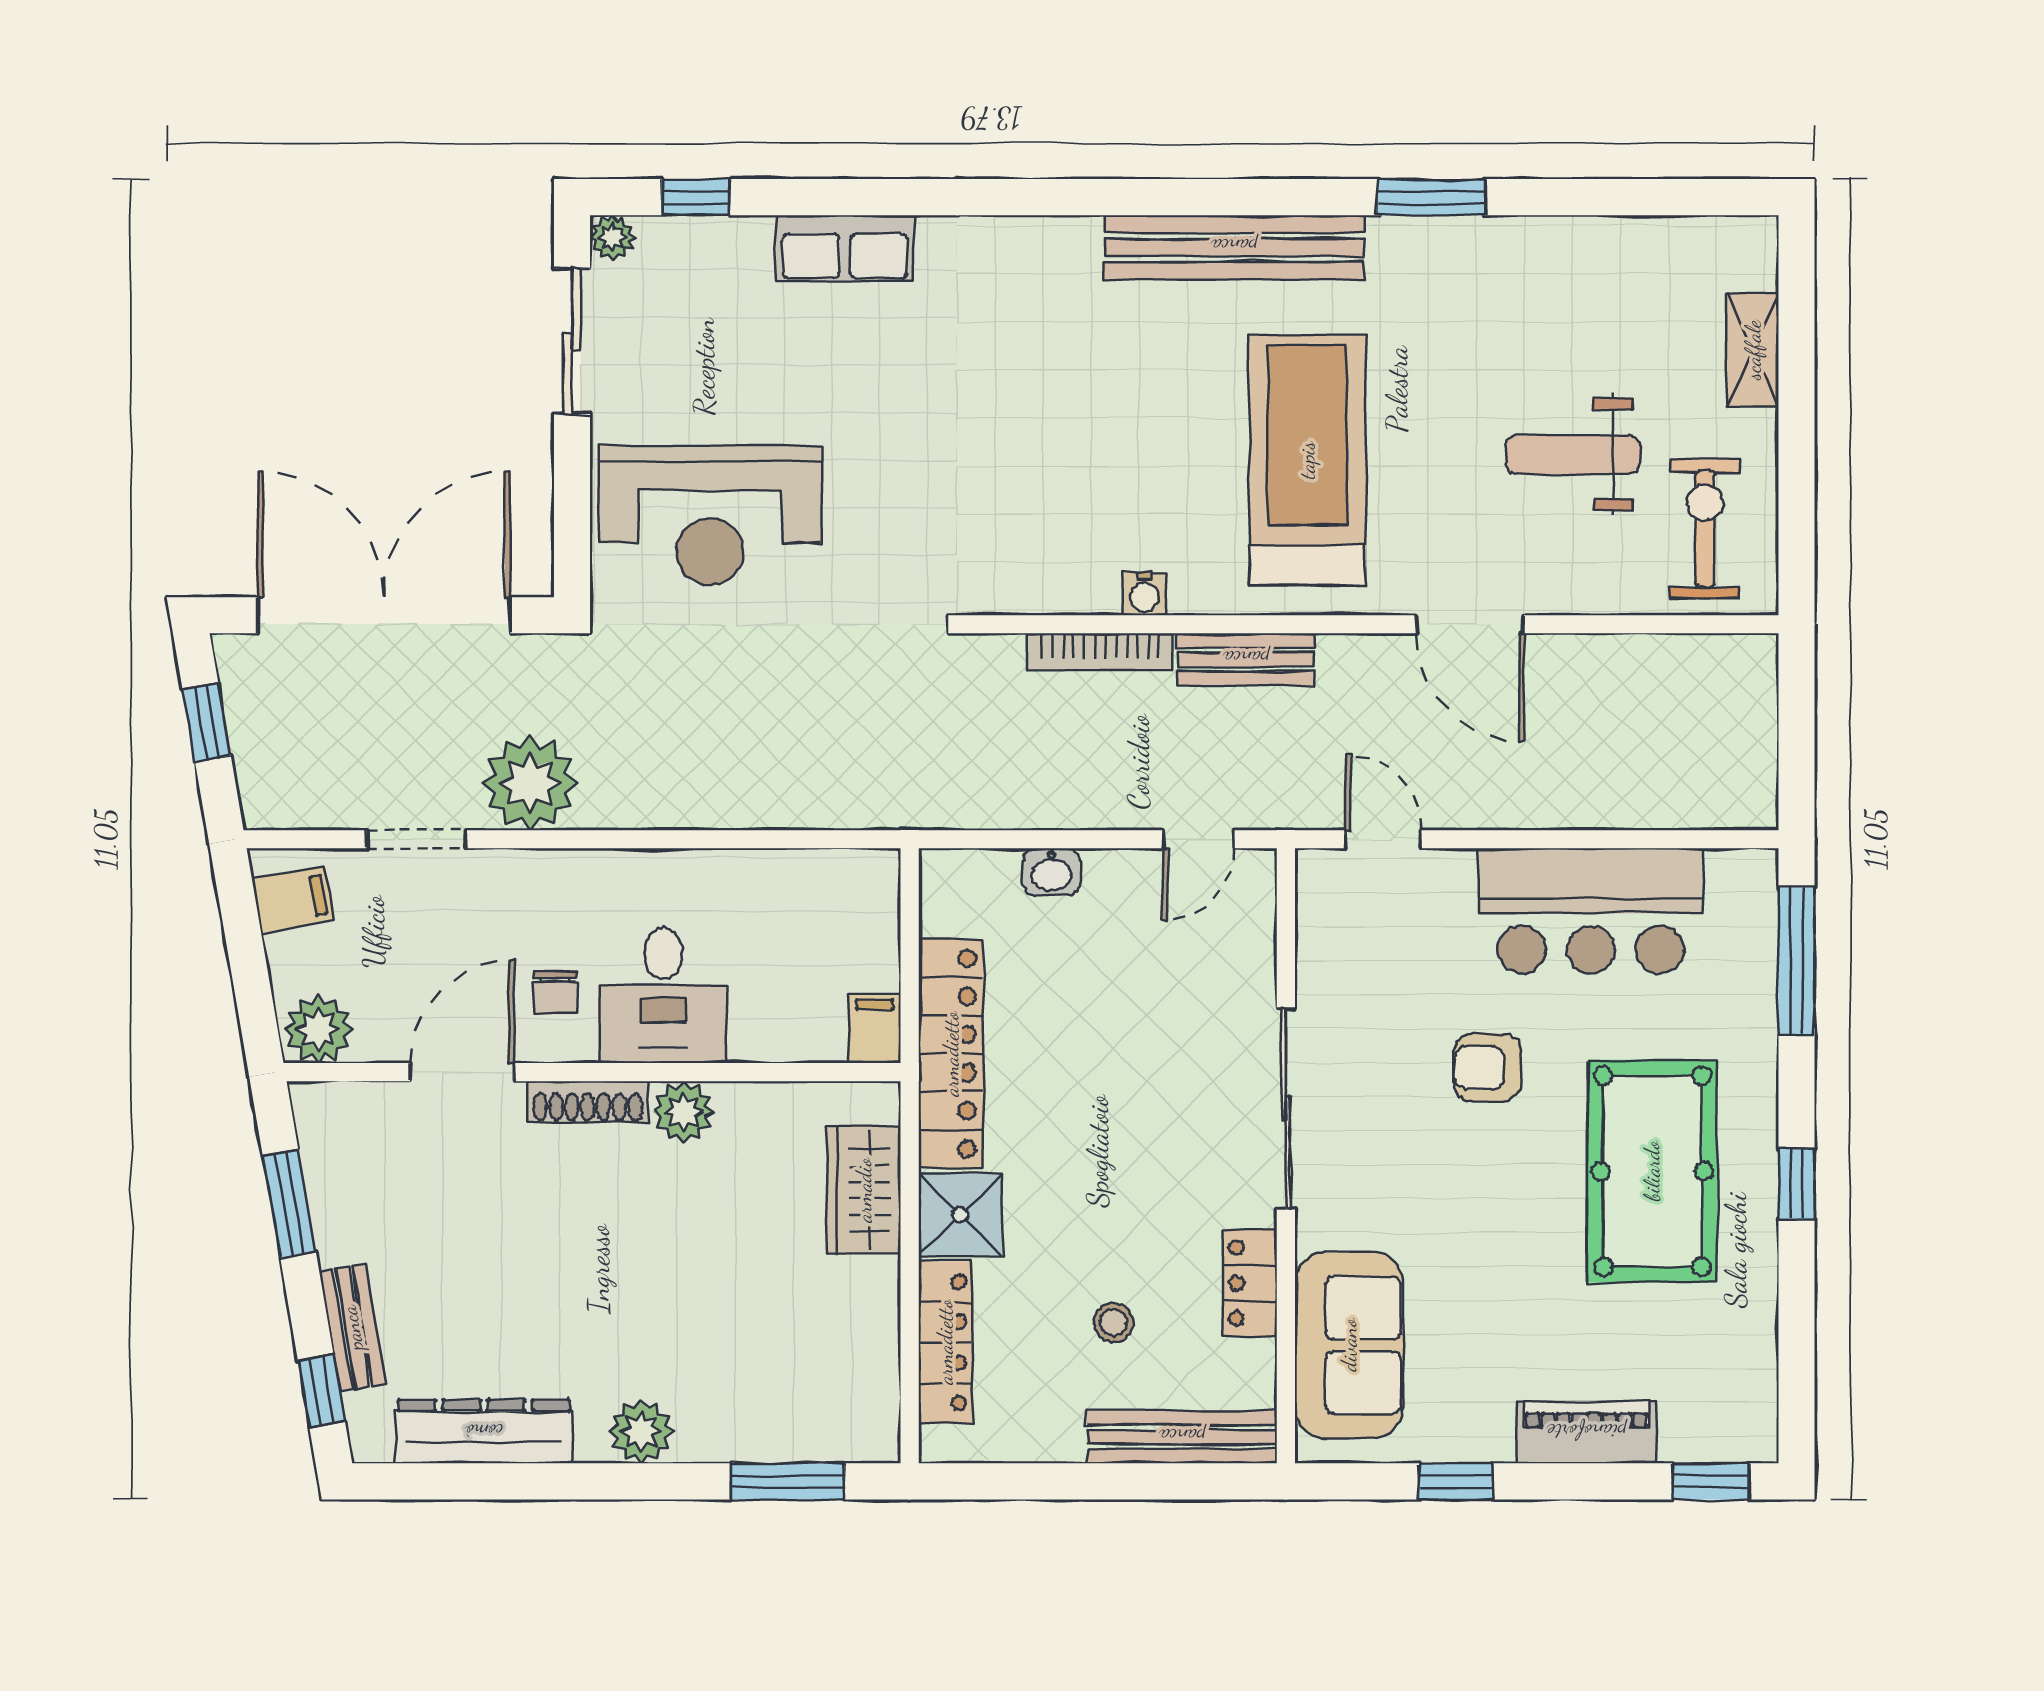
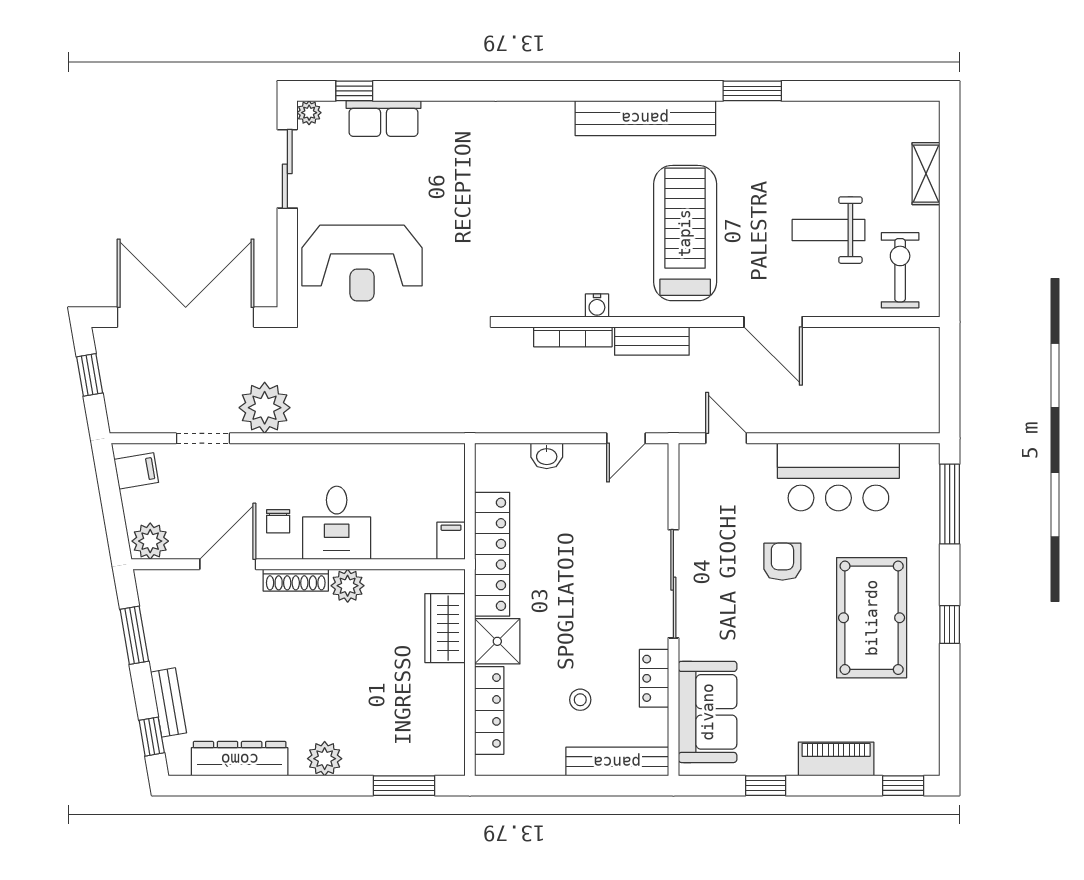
row of seats: (845, 248) -> (383, 118), moved
armchair: (1487, 1067) -> (782, 562), turned 90

